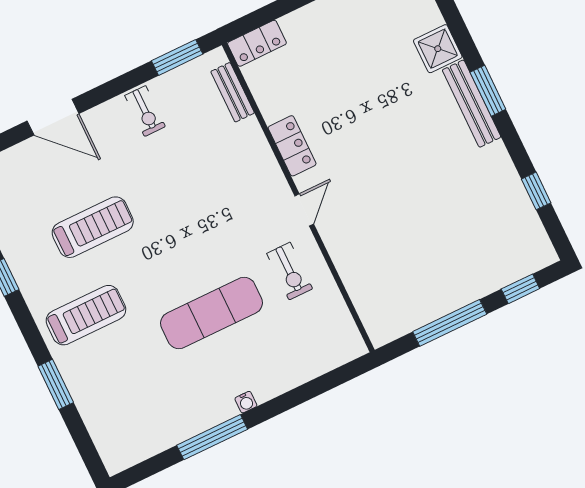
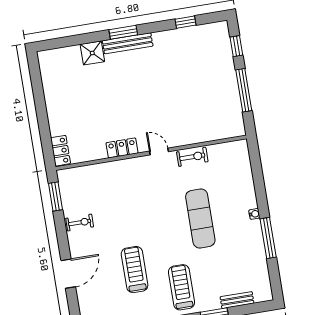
bench: (233, 92) -> (237, 300), moved
exercise bike: (290, 271) -> (192, 157), moved

